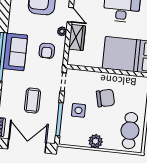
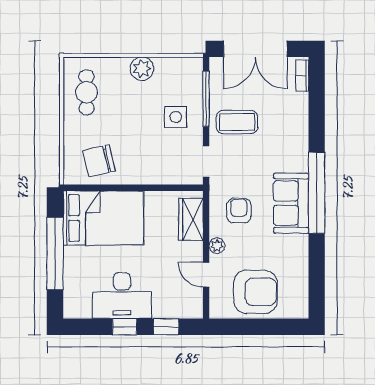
wardrobe: (77, 38) -> (191, 219), moved
chair: (105, 98) -> (99, 161), moved
coffee table: (32, 101) -> (237, 122), moved, turned 90
cafe table: (130, 131) -> (87, 92), width x0.73, depth x0.74

